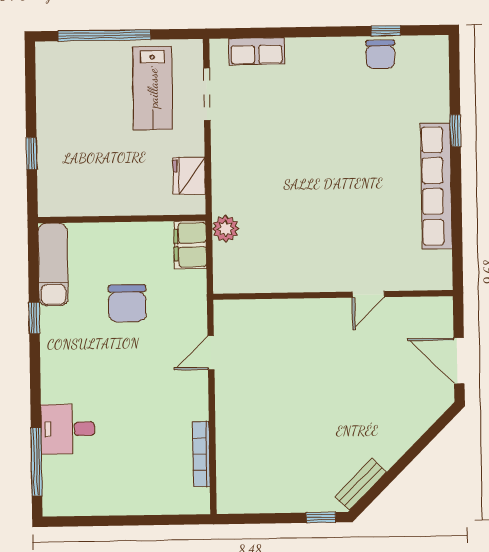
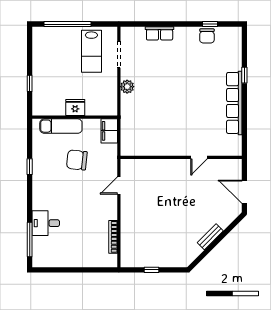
row of seats: (257, 51) -> (160, 33), moved
fridge: (189, 176) -> (75, 108), moved, turned 90
plant: (226, 229) -> (127, 87), moved
exam couch: (53, 265) -> (61, 126), moved, turned 90
chair: (127, 303) -> (77, 160), turned 96
bench: (361, 484) -> (210, 237), moved
window: (321, 517) -> (151, 270), moved

